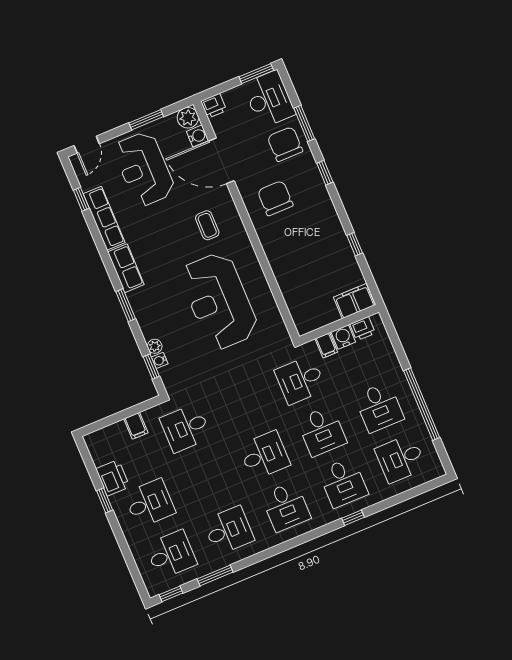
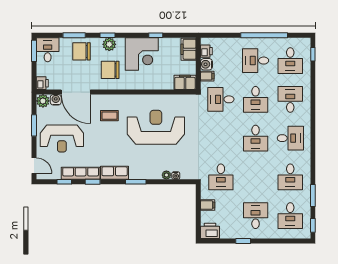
desk: (269, 99) -> (48, 50), width x0.73
door: (221, 161) -> (76, 92), hinge flipped
plant: (313, 181) -> (109, 44), added
corner desk: (318, 235) -> (142, 54), added
reception desk: (219, 301) -> (156, 127), turned 180
filing cabinet: (303, 316) -> (185, 82), added
window: (151, 367) -> (93, 182), moved
desk: (300, 380) -> (221, 99), turned 90
desk: (379, 407) -> (256, 61), turned 180
desk: (322, 431) -> (256, 99), turned 90
desk: (264, 455) -> (256, 138), turned 180
printer: (113, 478) -> (210, 231), moved
desk: (343, 483) -> (290, 99), turned -90
window: (353, 518) -> (313, 54), moved
desk: (229, 531) -> (290, 177), turned 180
desk: (171, 555) -> (290, 216), turned 180

